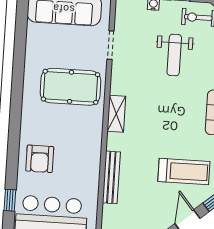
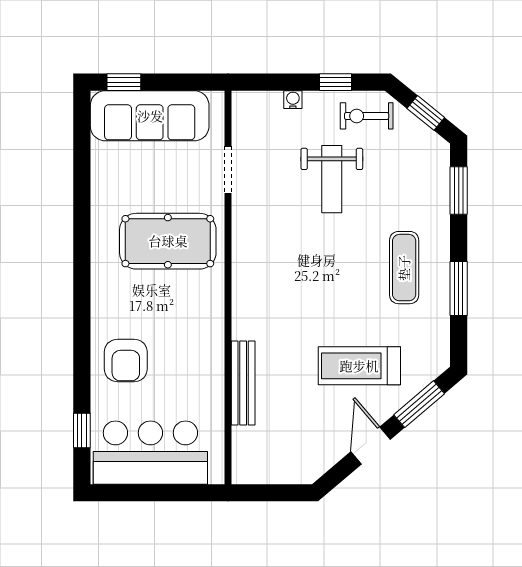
shelving: (116, 114) -> (245, 280), removed
treadmill: (184, 171) -> (359, 366), turned 180

